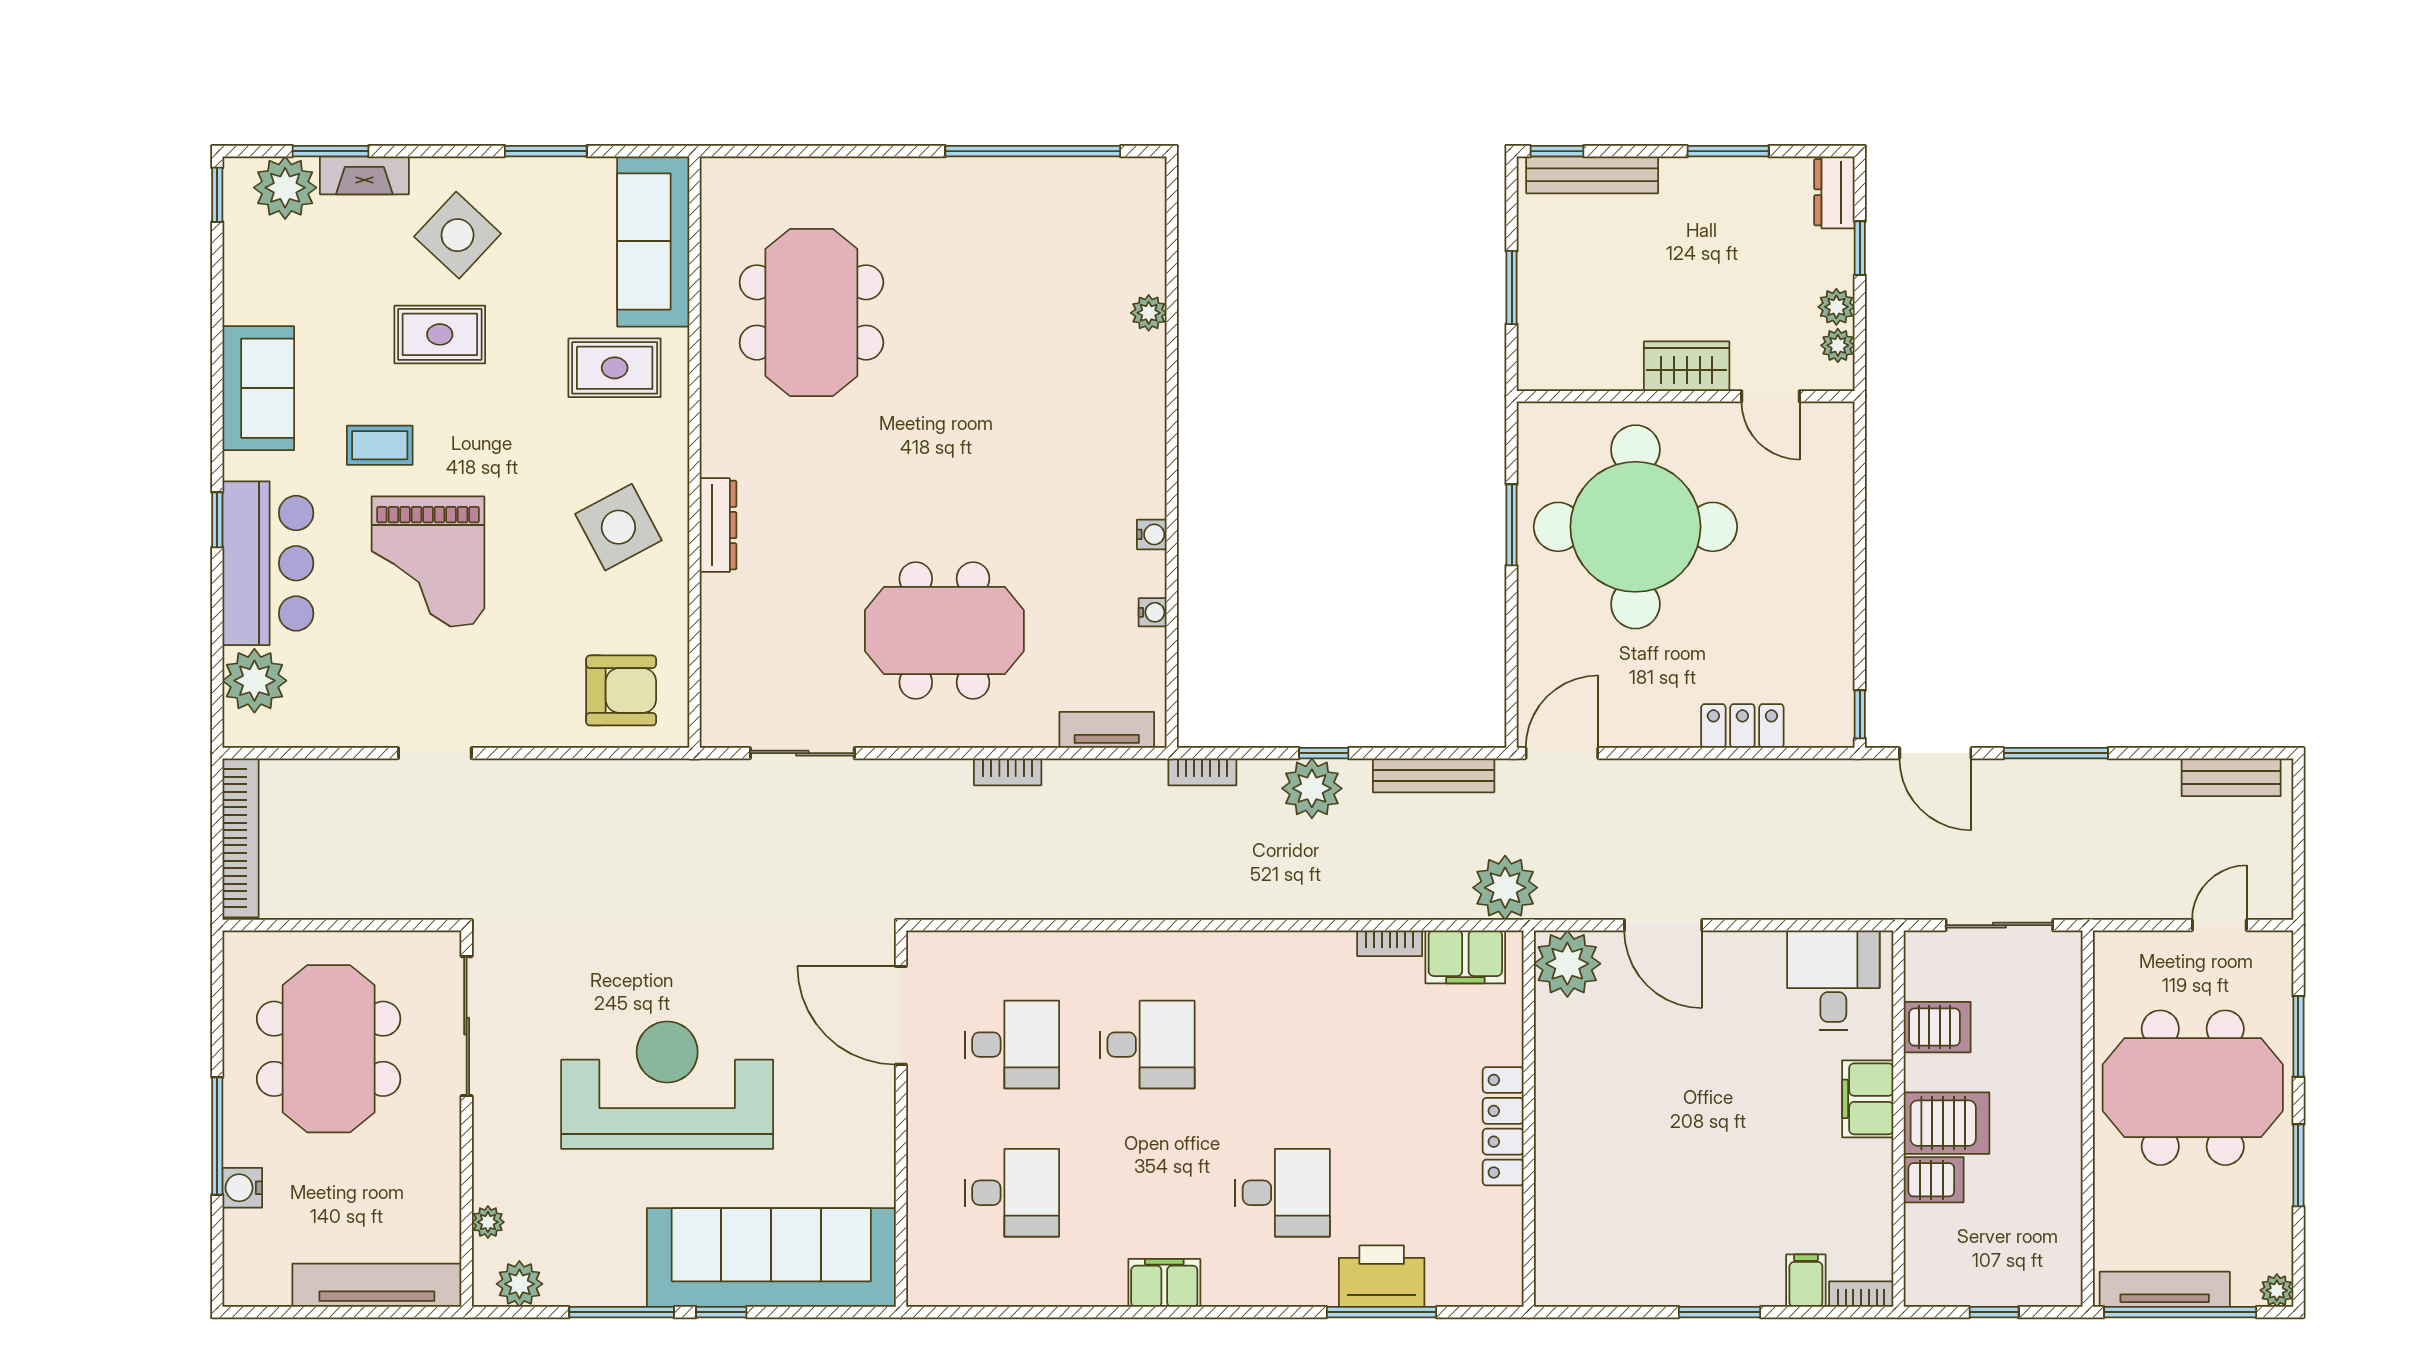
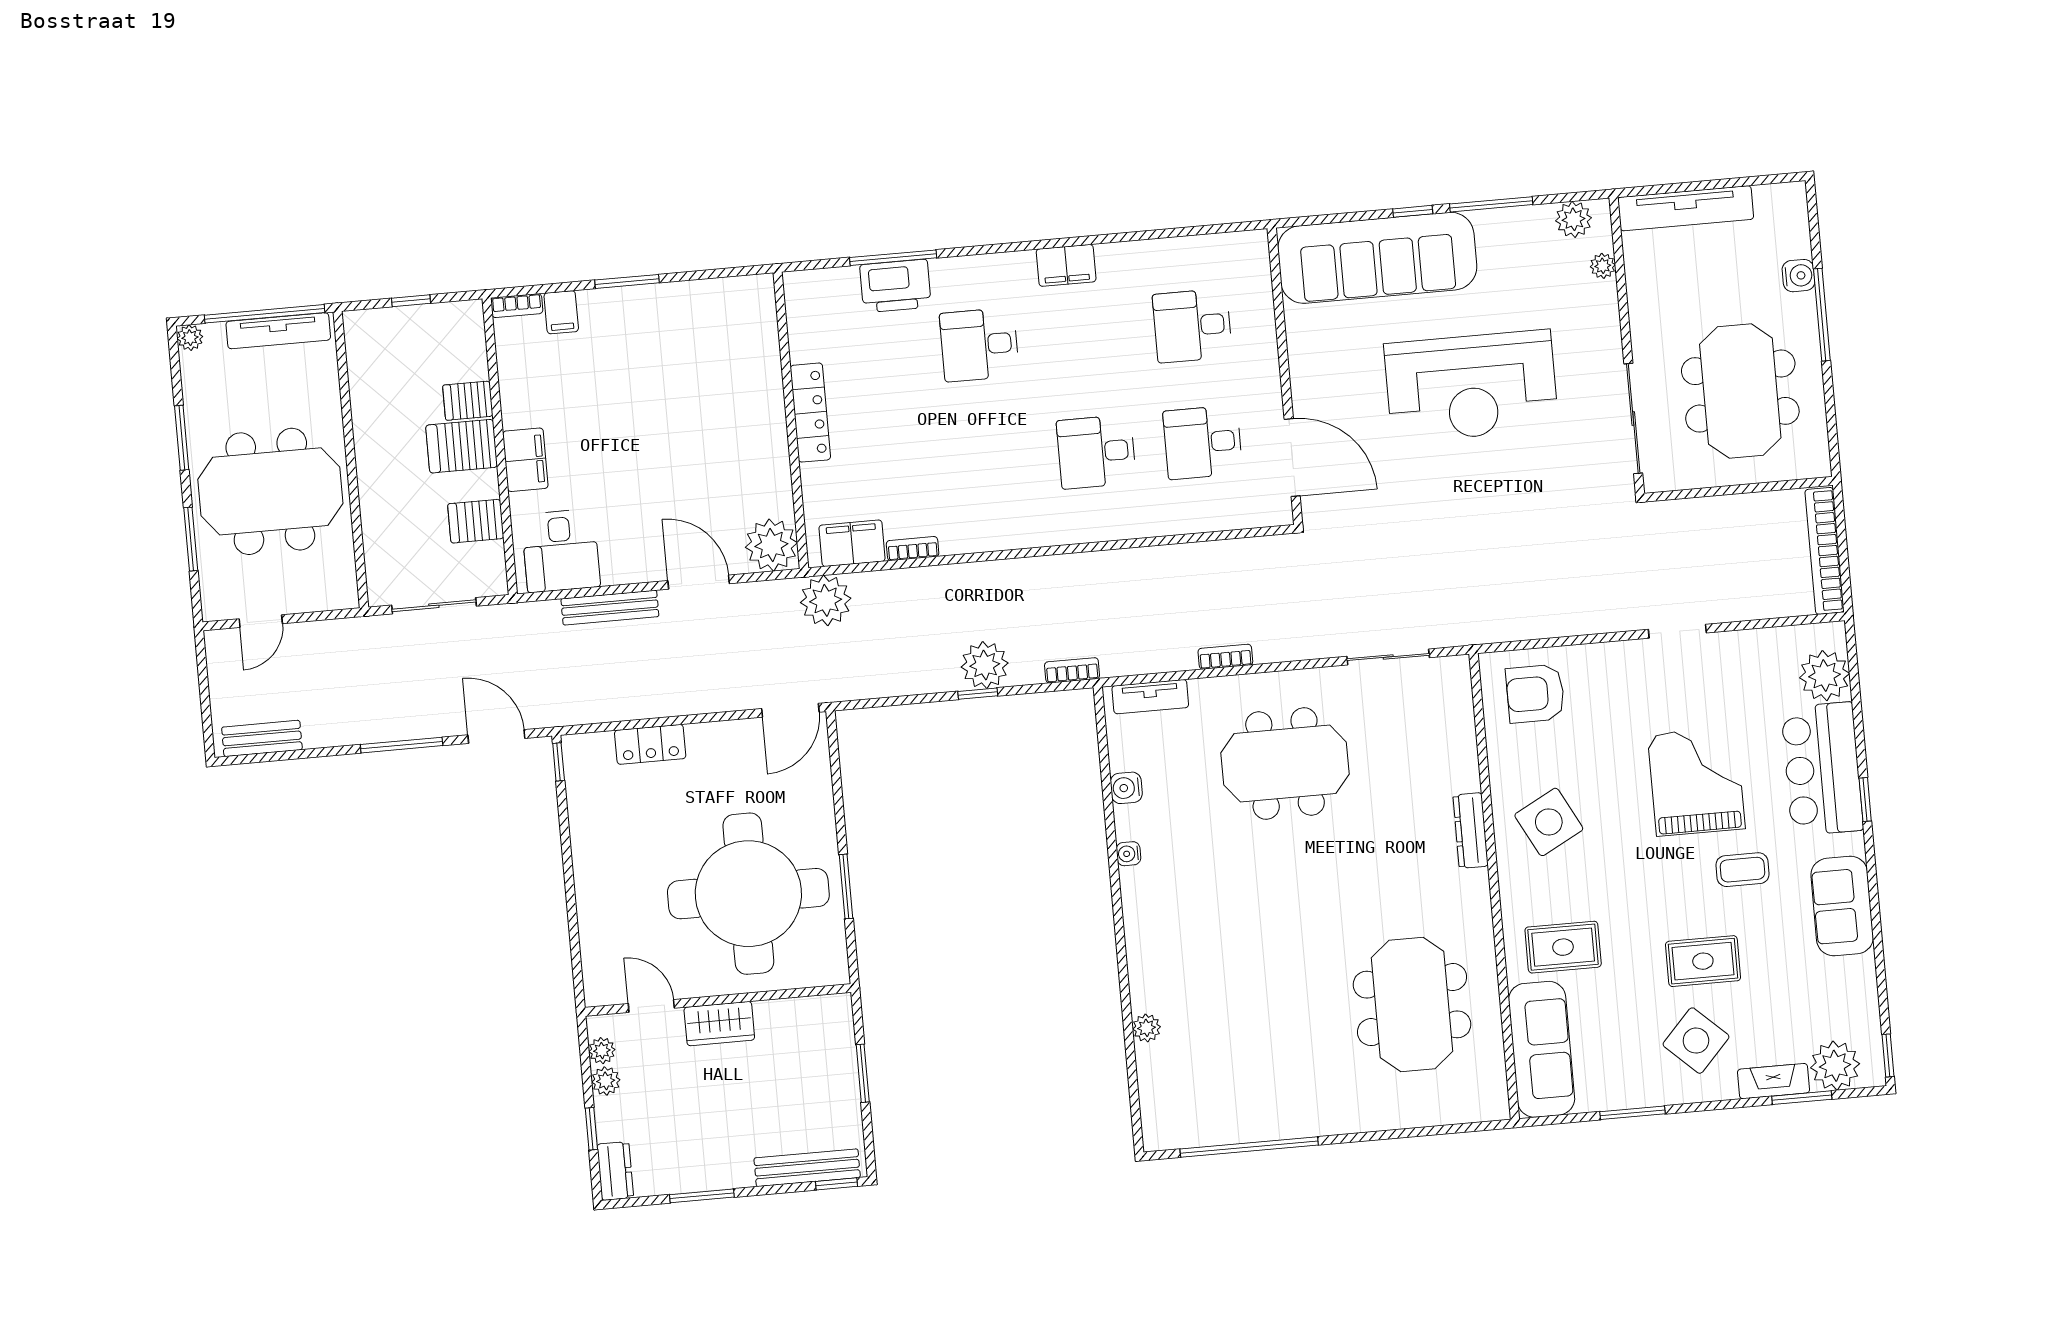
water cooler: (1153, 612) -> (1126, 788), width x1.38, depth x1.38
bench: (1434, 775) -> (610, 608), moved

